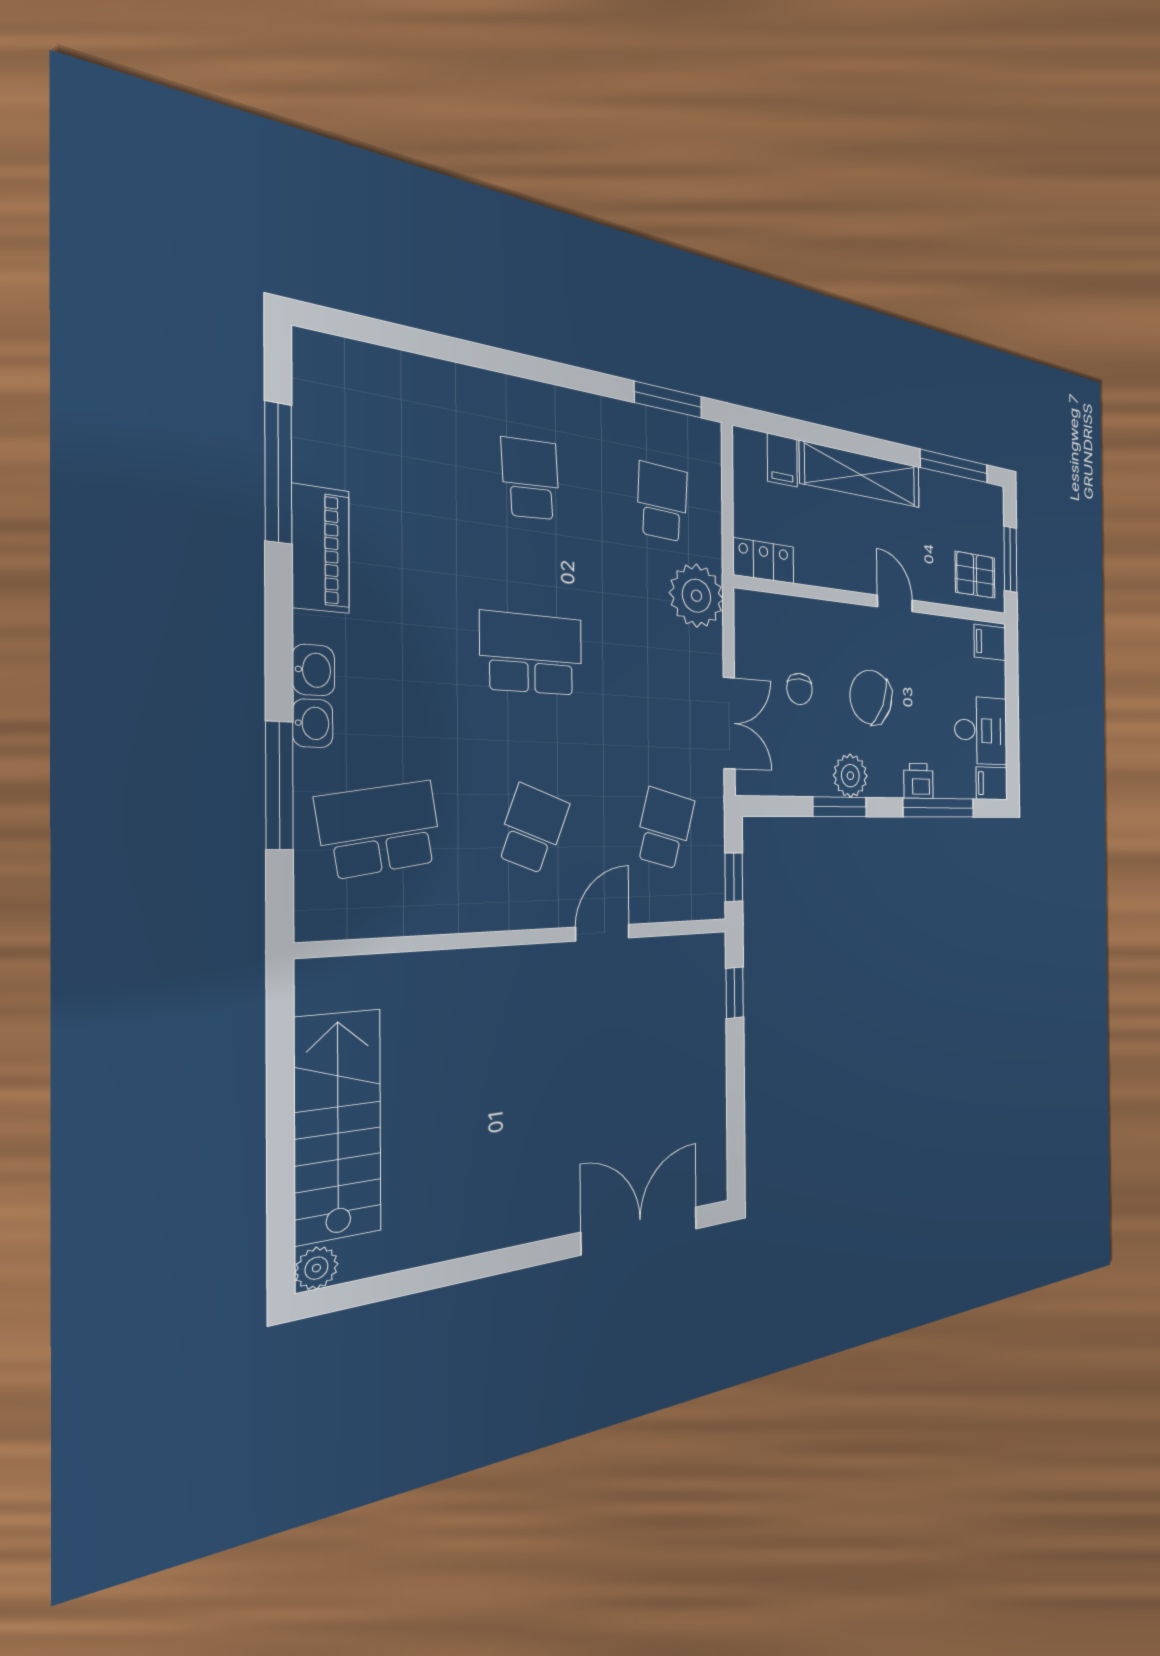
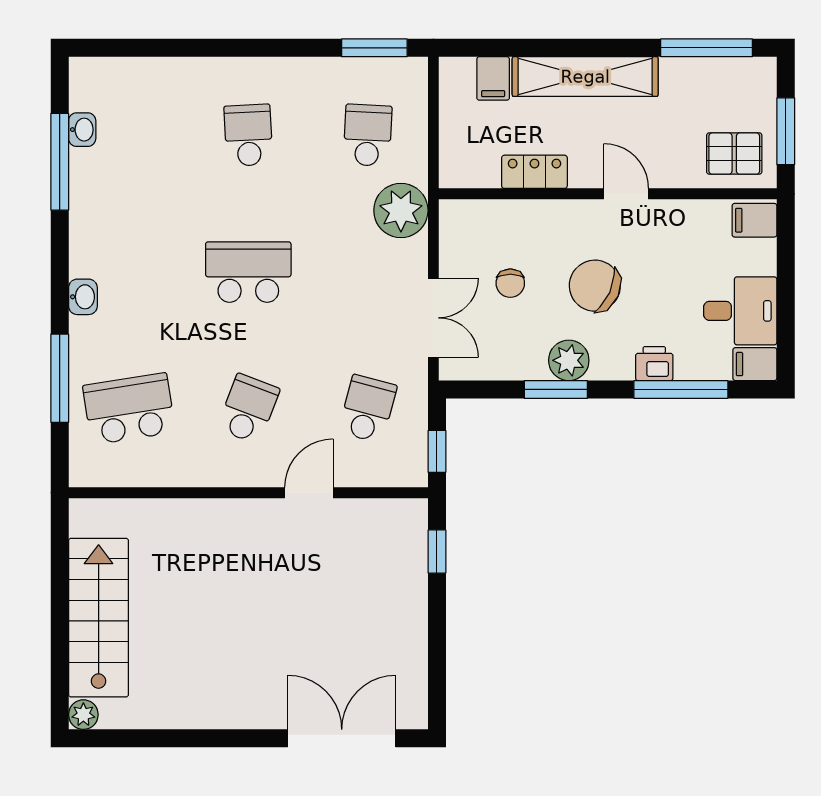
piano: (321, 549) -> (88, 211), removed
locker: (764, 561) -> (534, 172), moved
washbasin: (313, 723) -> (82, 130), moved

